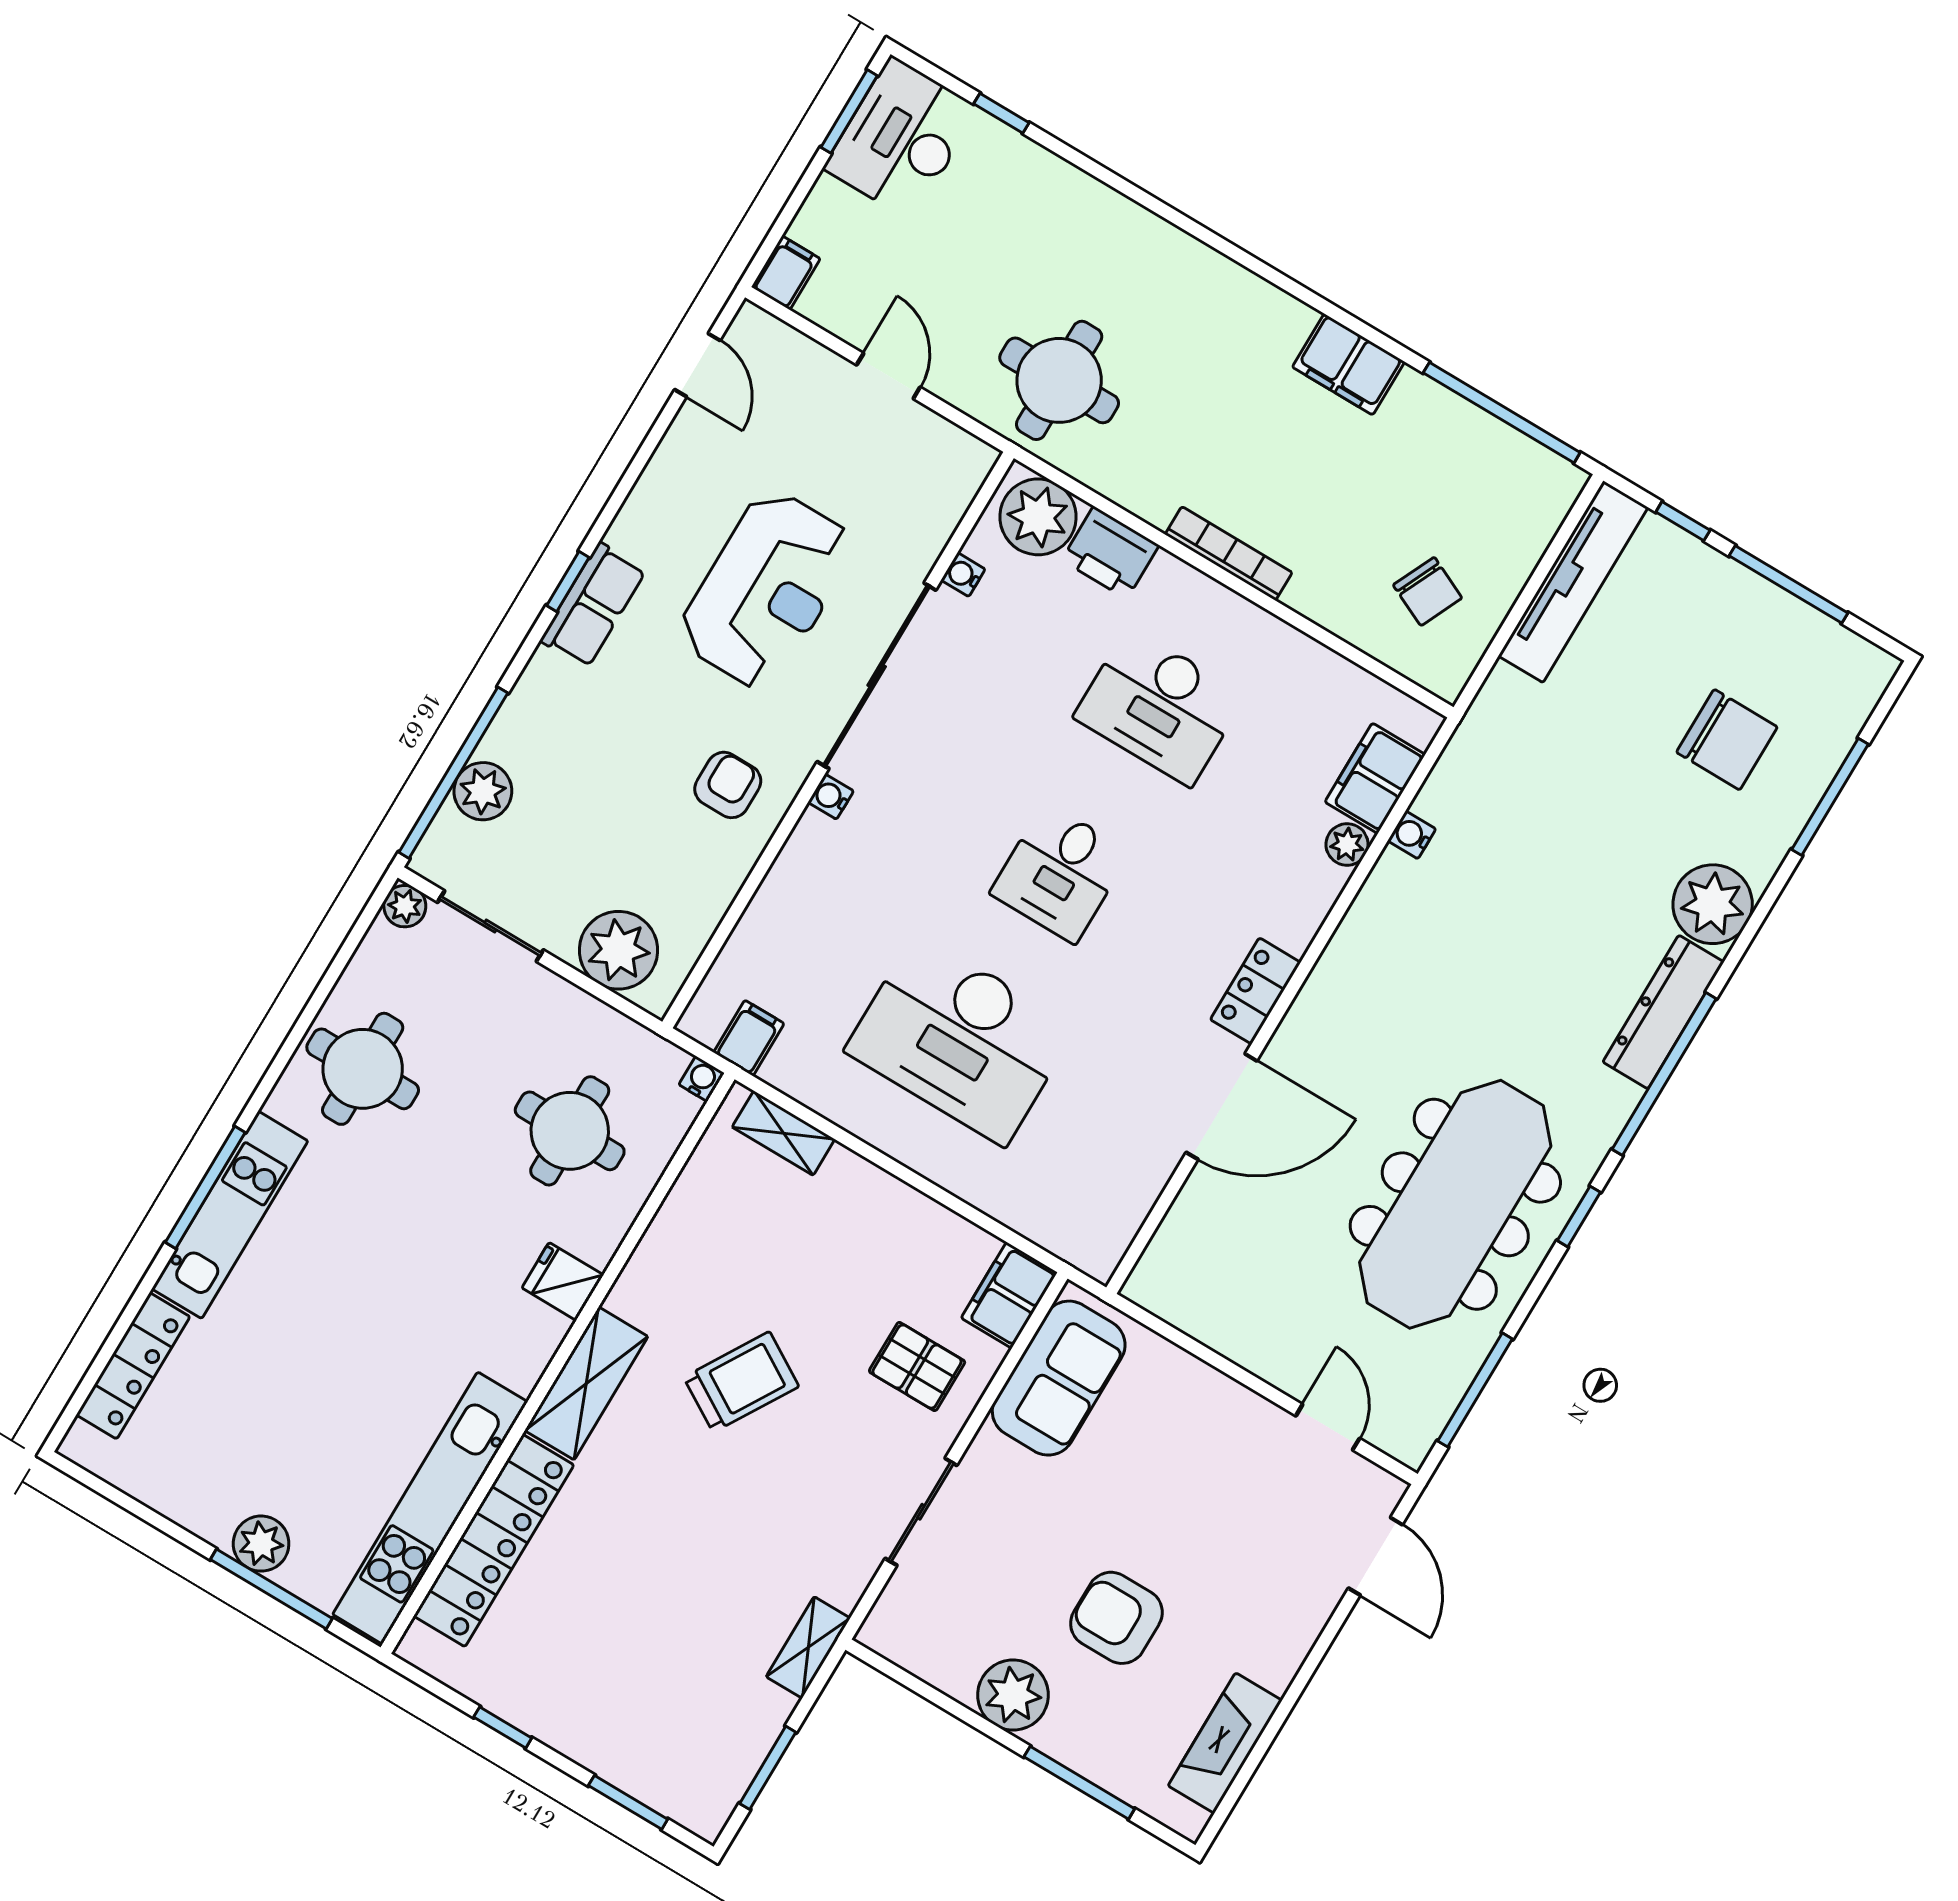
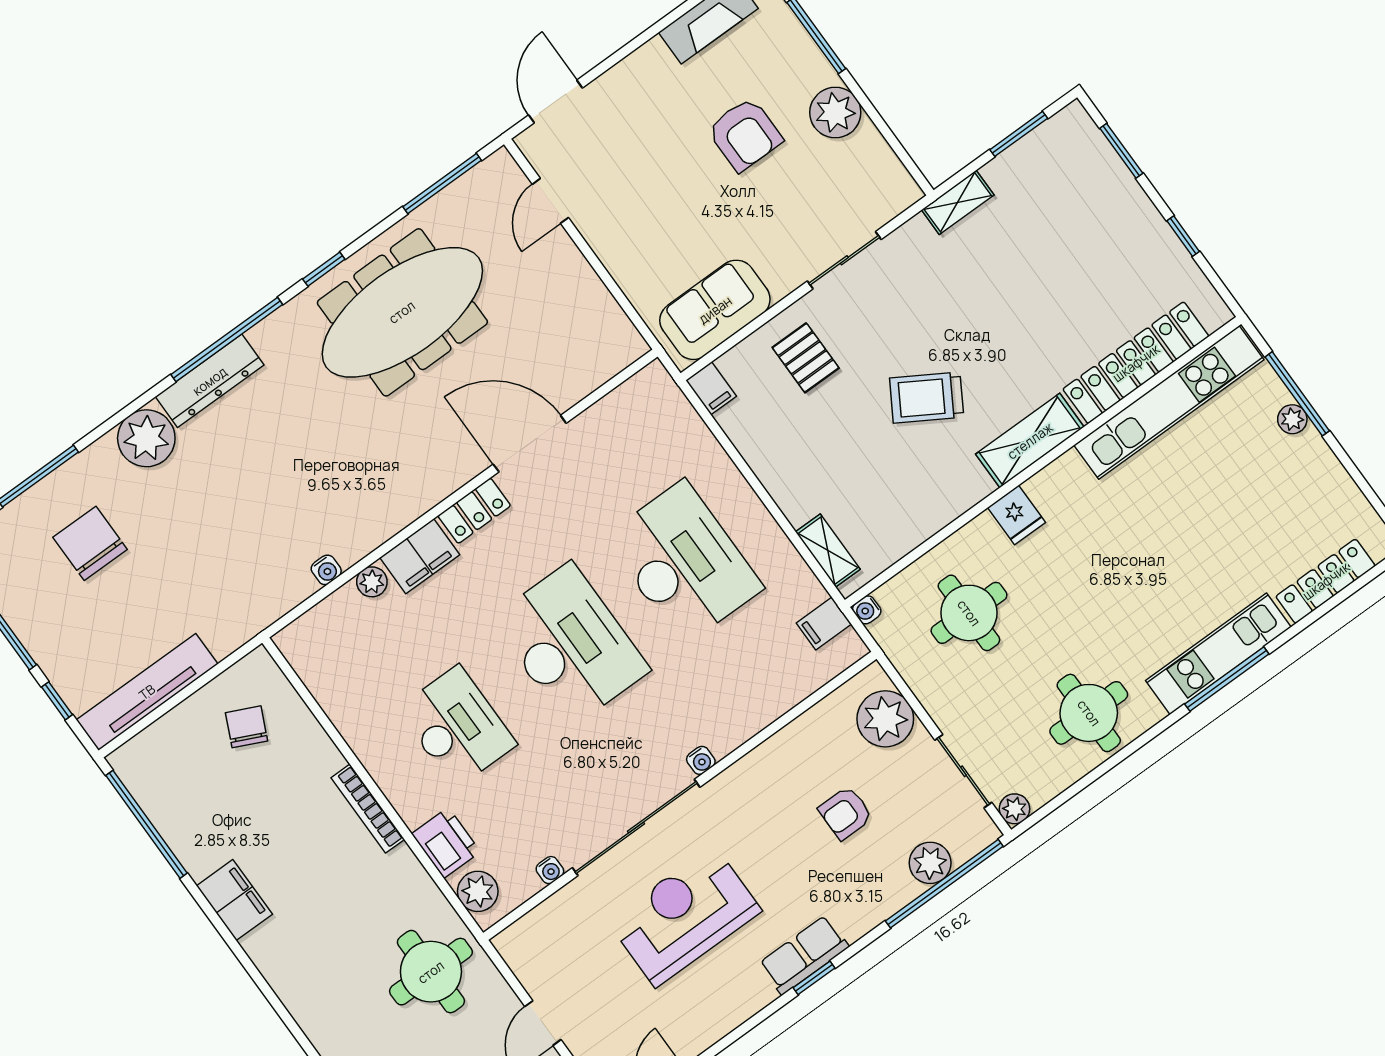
plant: (1038, 517) -> (478, 891), width x0.73, depth x0.73
filing cabinet: (1375, 778) -> (420, 556), moved
armchair: (728, 785) -> (845, 813), moved
desk: (1060, 873) -> (570, 645), width x1.87, depth x1.30
filing cabinet: (1009, 1295) -> (711, 388), width x0.50
plant: (261, 1544) -> (1292, 419), width x0.73, depth x0.73

